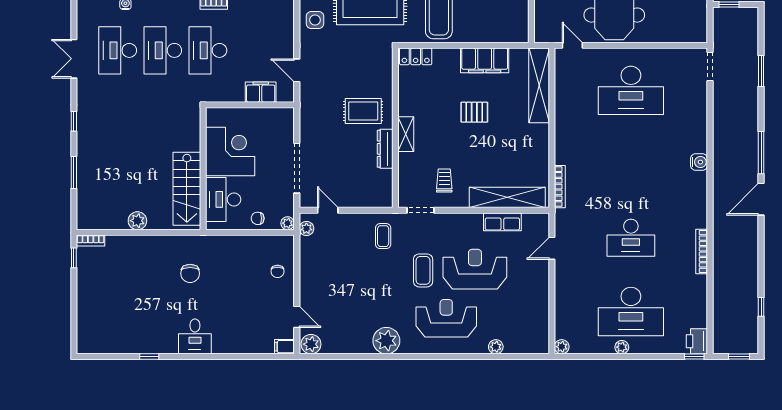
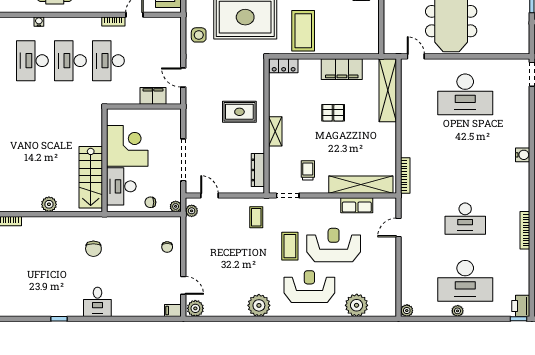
dresser: (385, 149) -> (258, 170), moved
plant: (496, 347) -> (357, 305), width x1.88, depth x1.88

